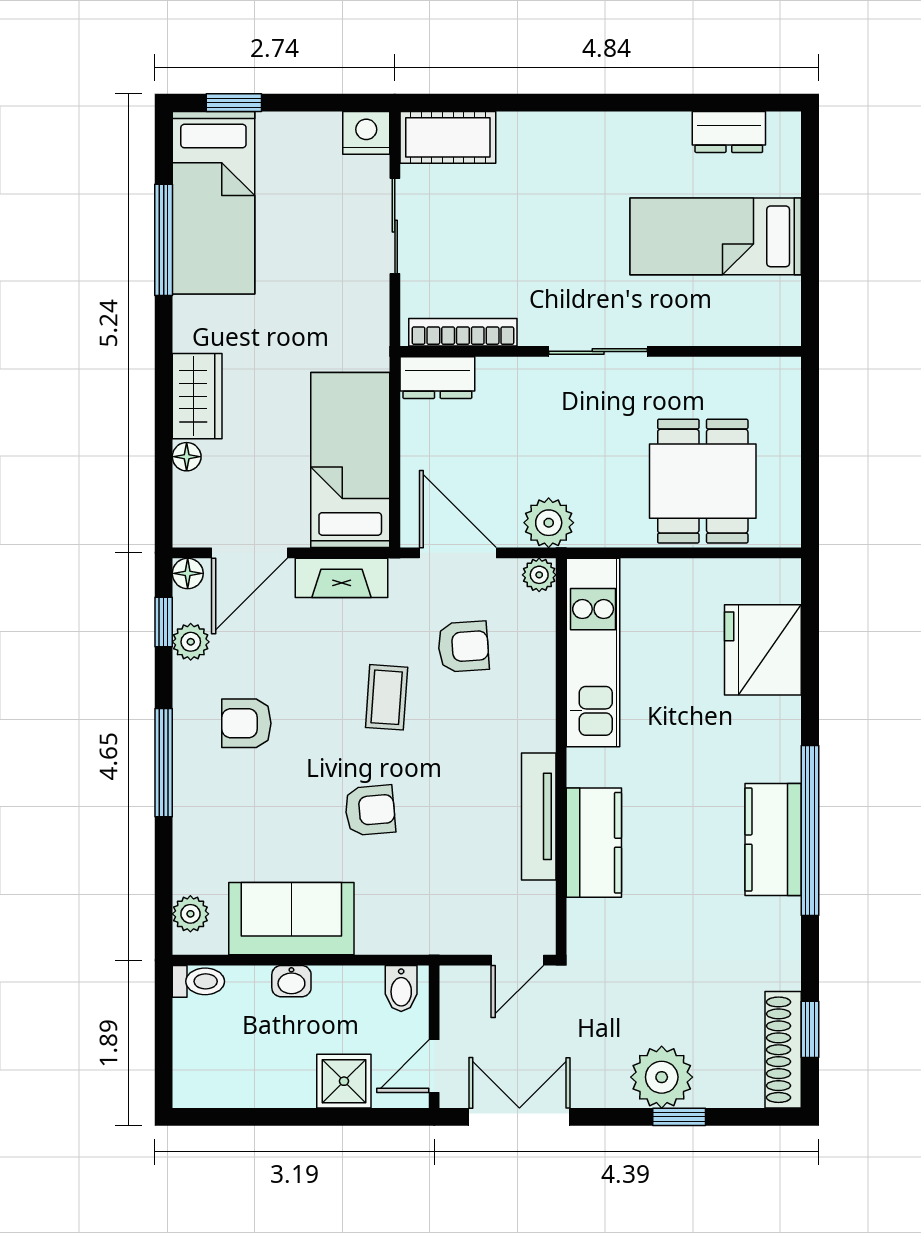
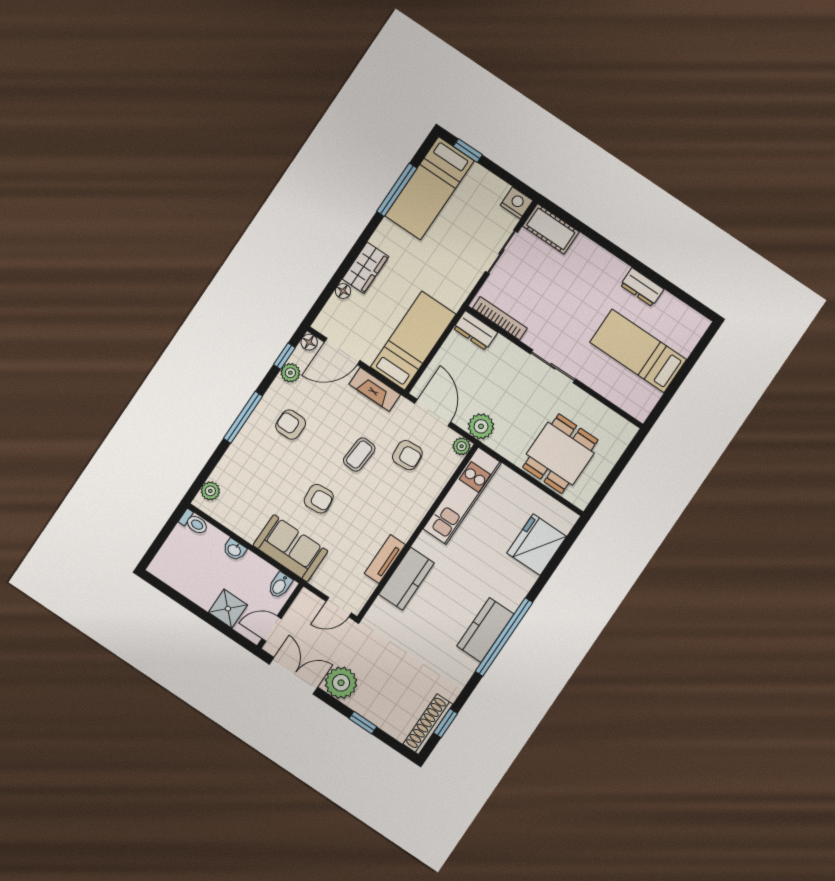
dresser: (729, 132) -> (642, 287), moved
tv unit: (539, 816) -> (385, 559), width x0.71
sofa: (291, 919) -> (290, 548), moved
plant: (662, 1077) -> (341, 683), moved

